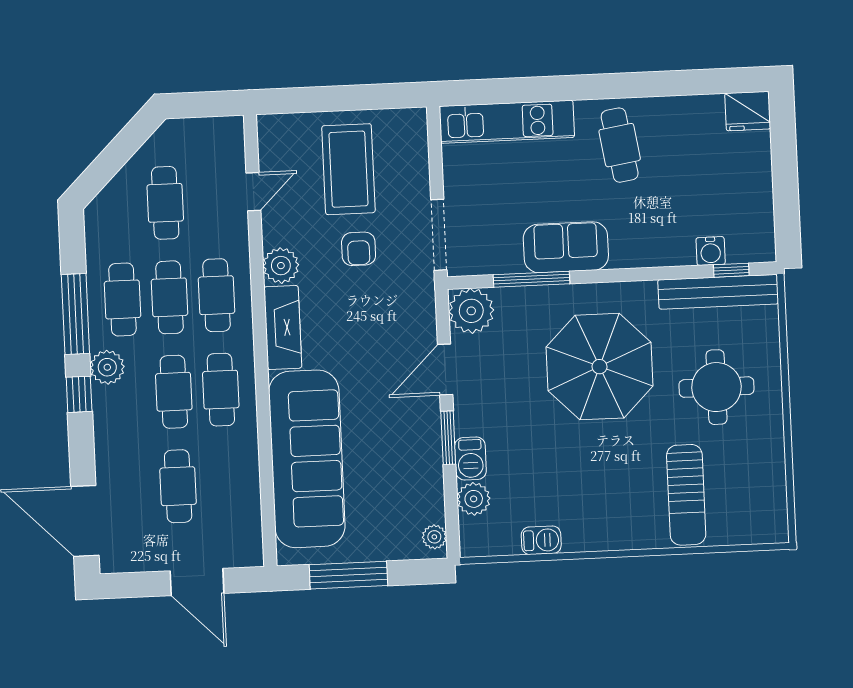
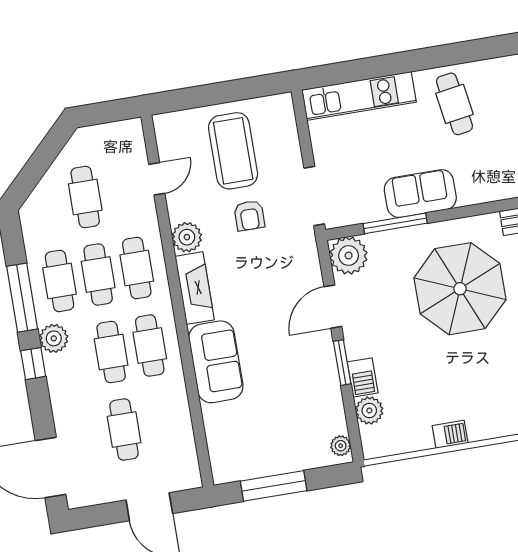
sofa: (307, 459) -> (216, 362), width x0.54, depth x0.79
barbecue: (541, 540) -> (450, 434), moved

